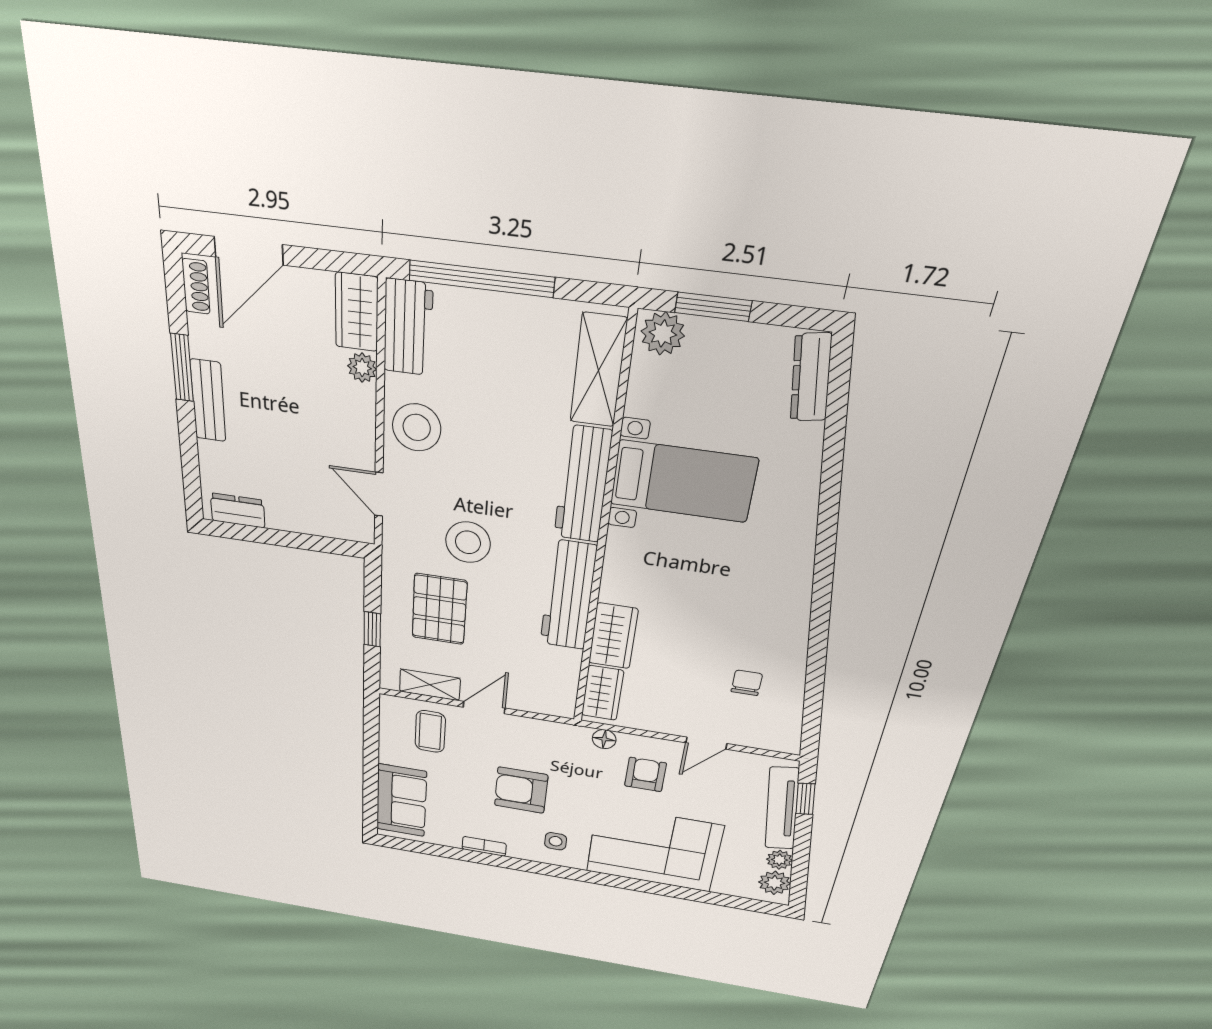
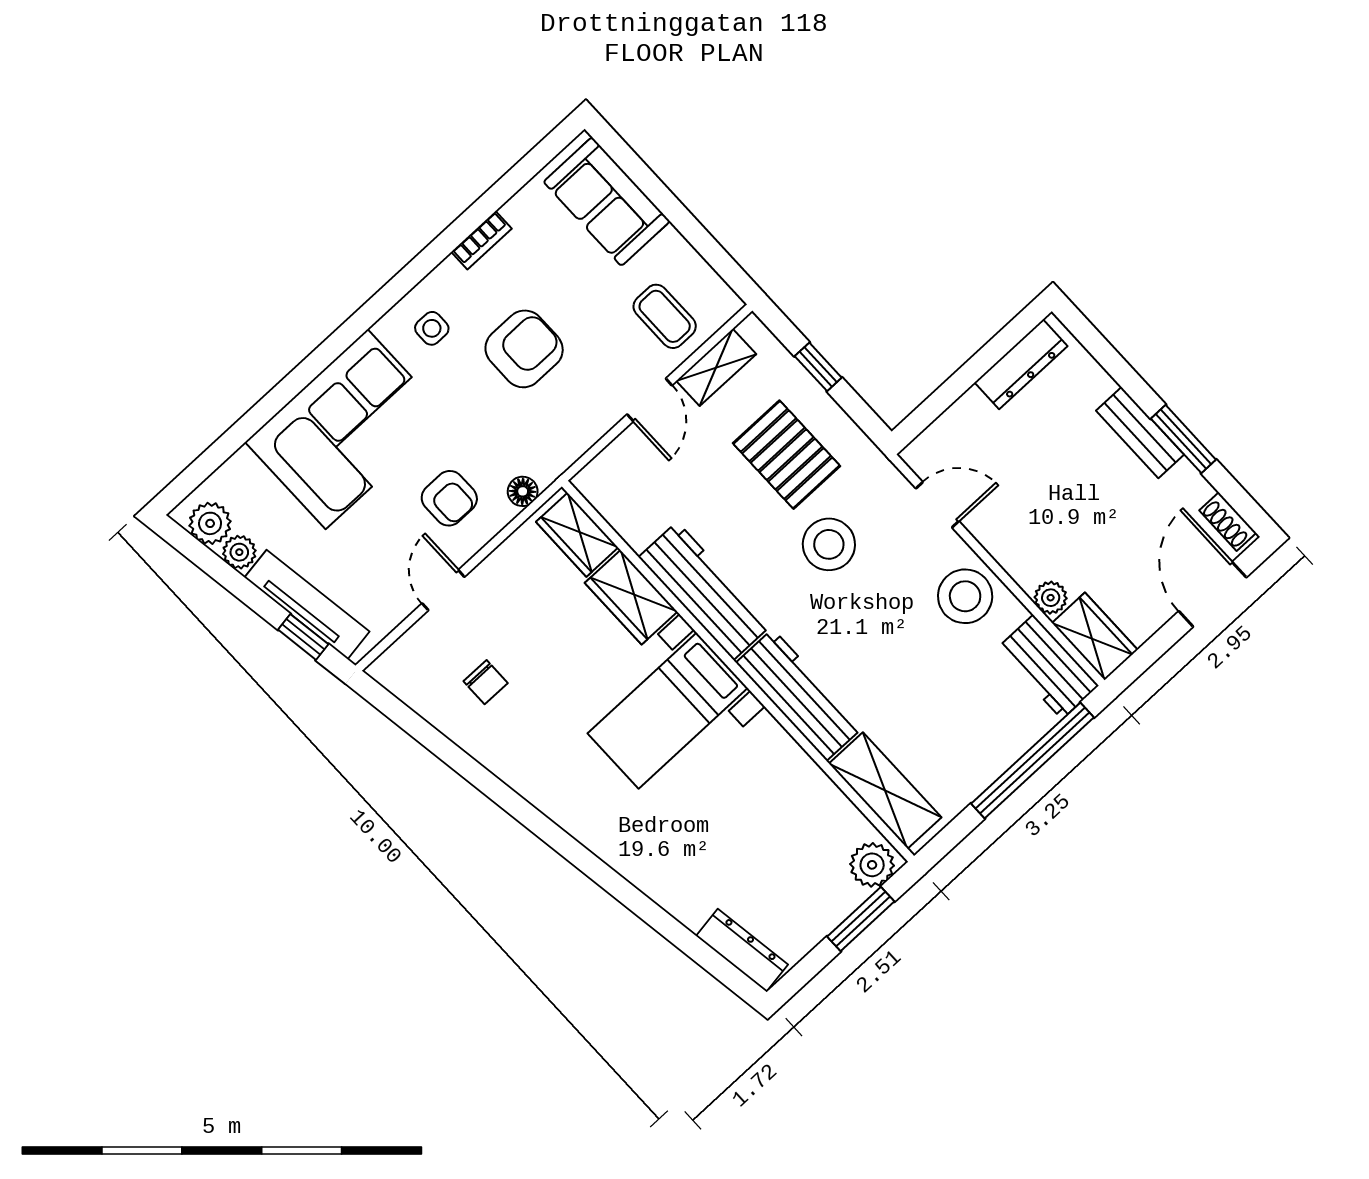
bed with nightstands: (683, 481) -> (668, 711), moved
dresser: (238, 510) -> (1021, 364), width x1.44

